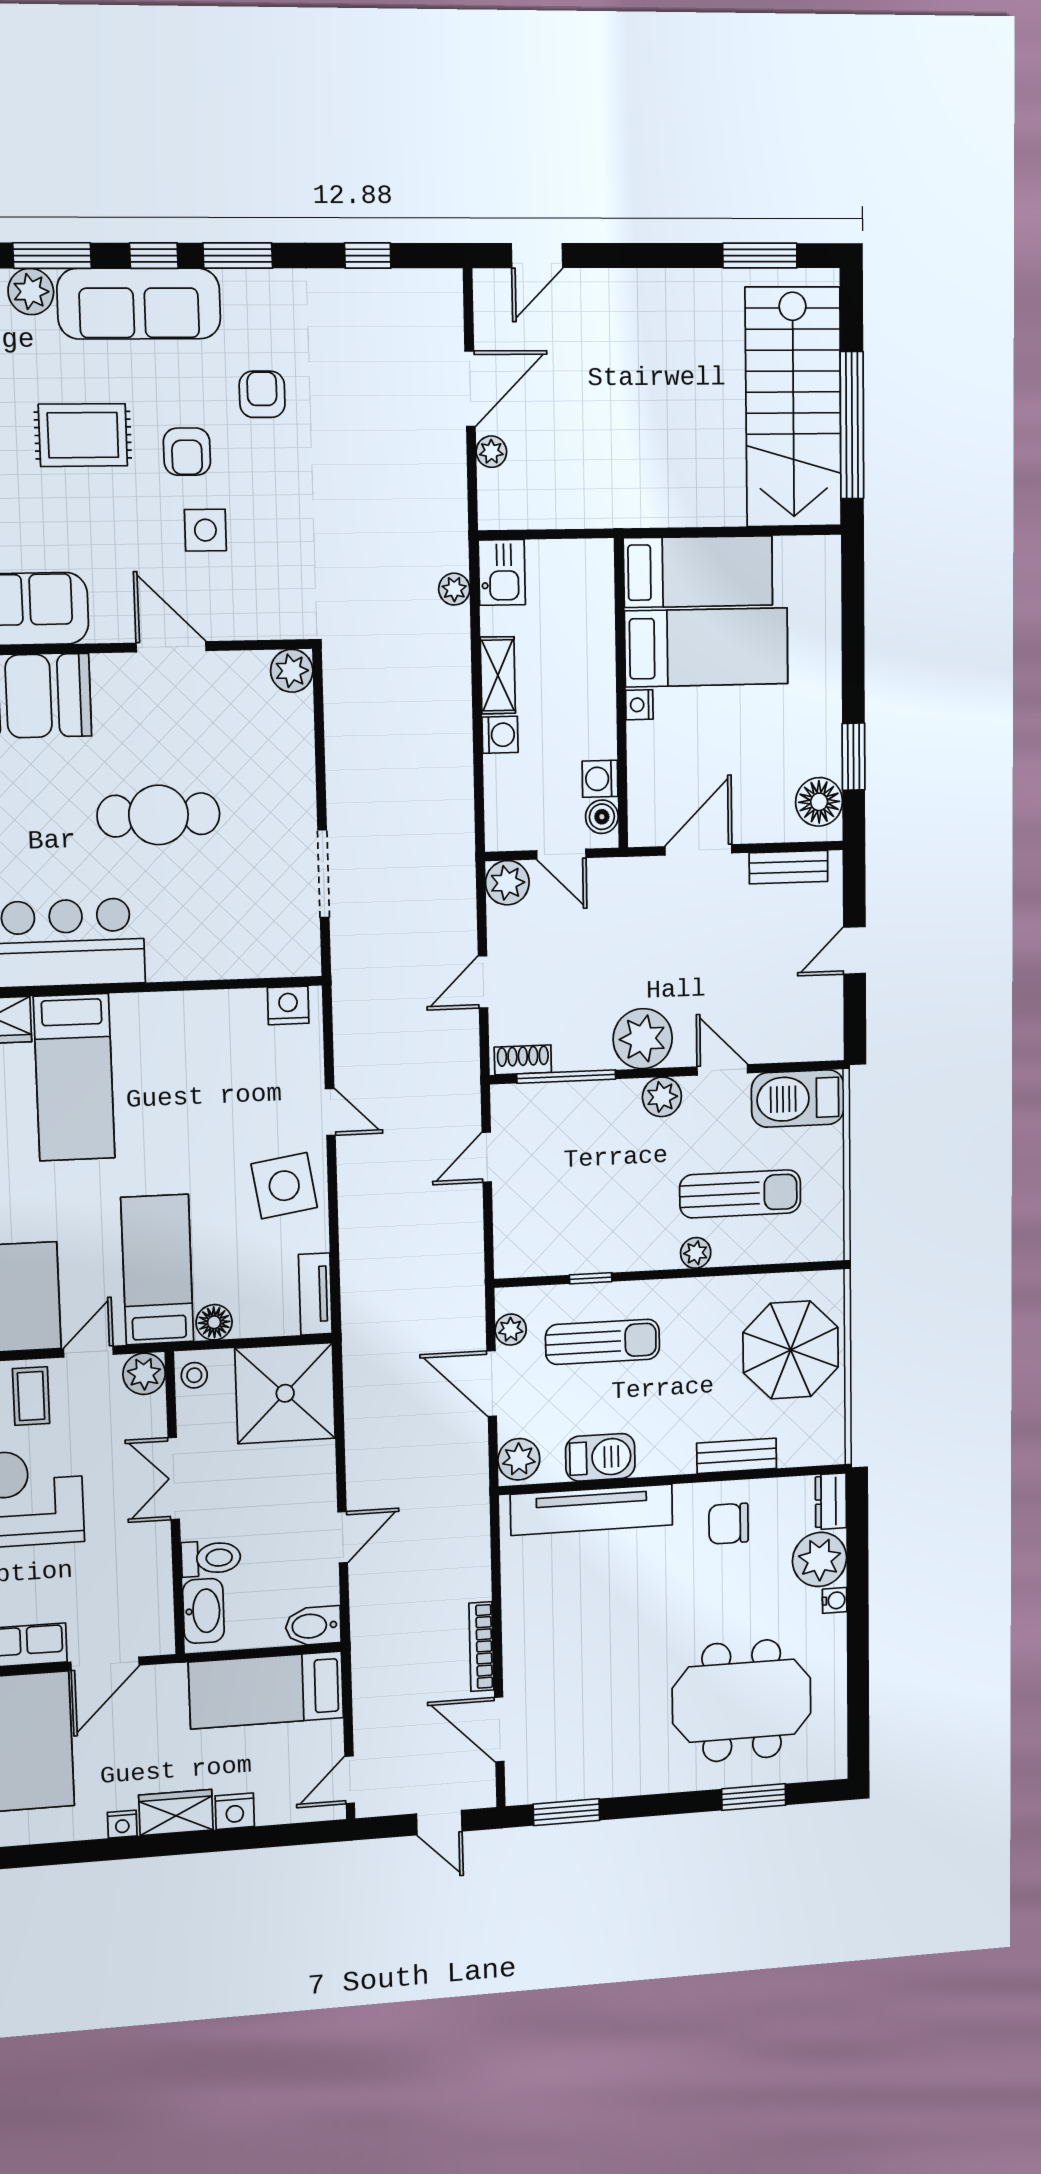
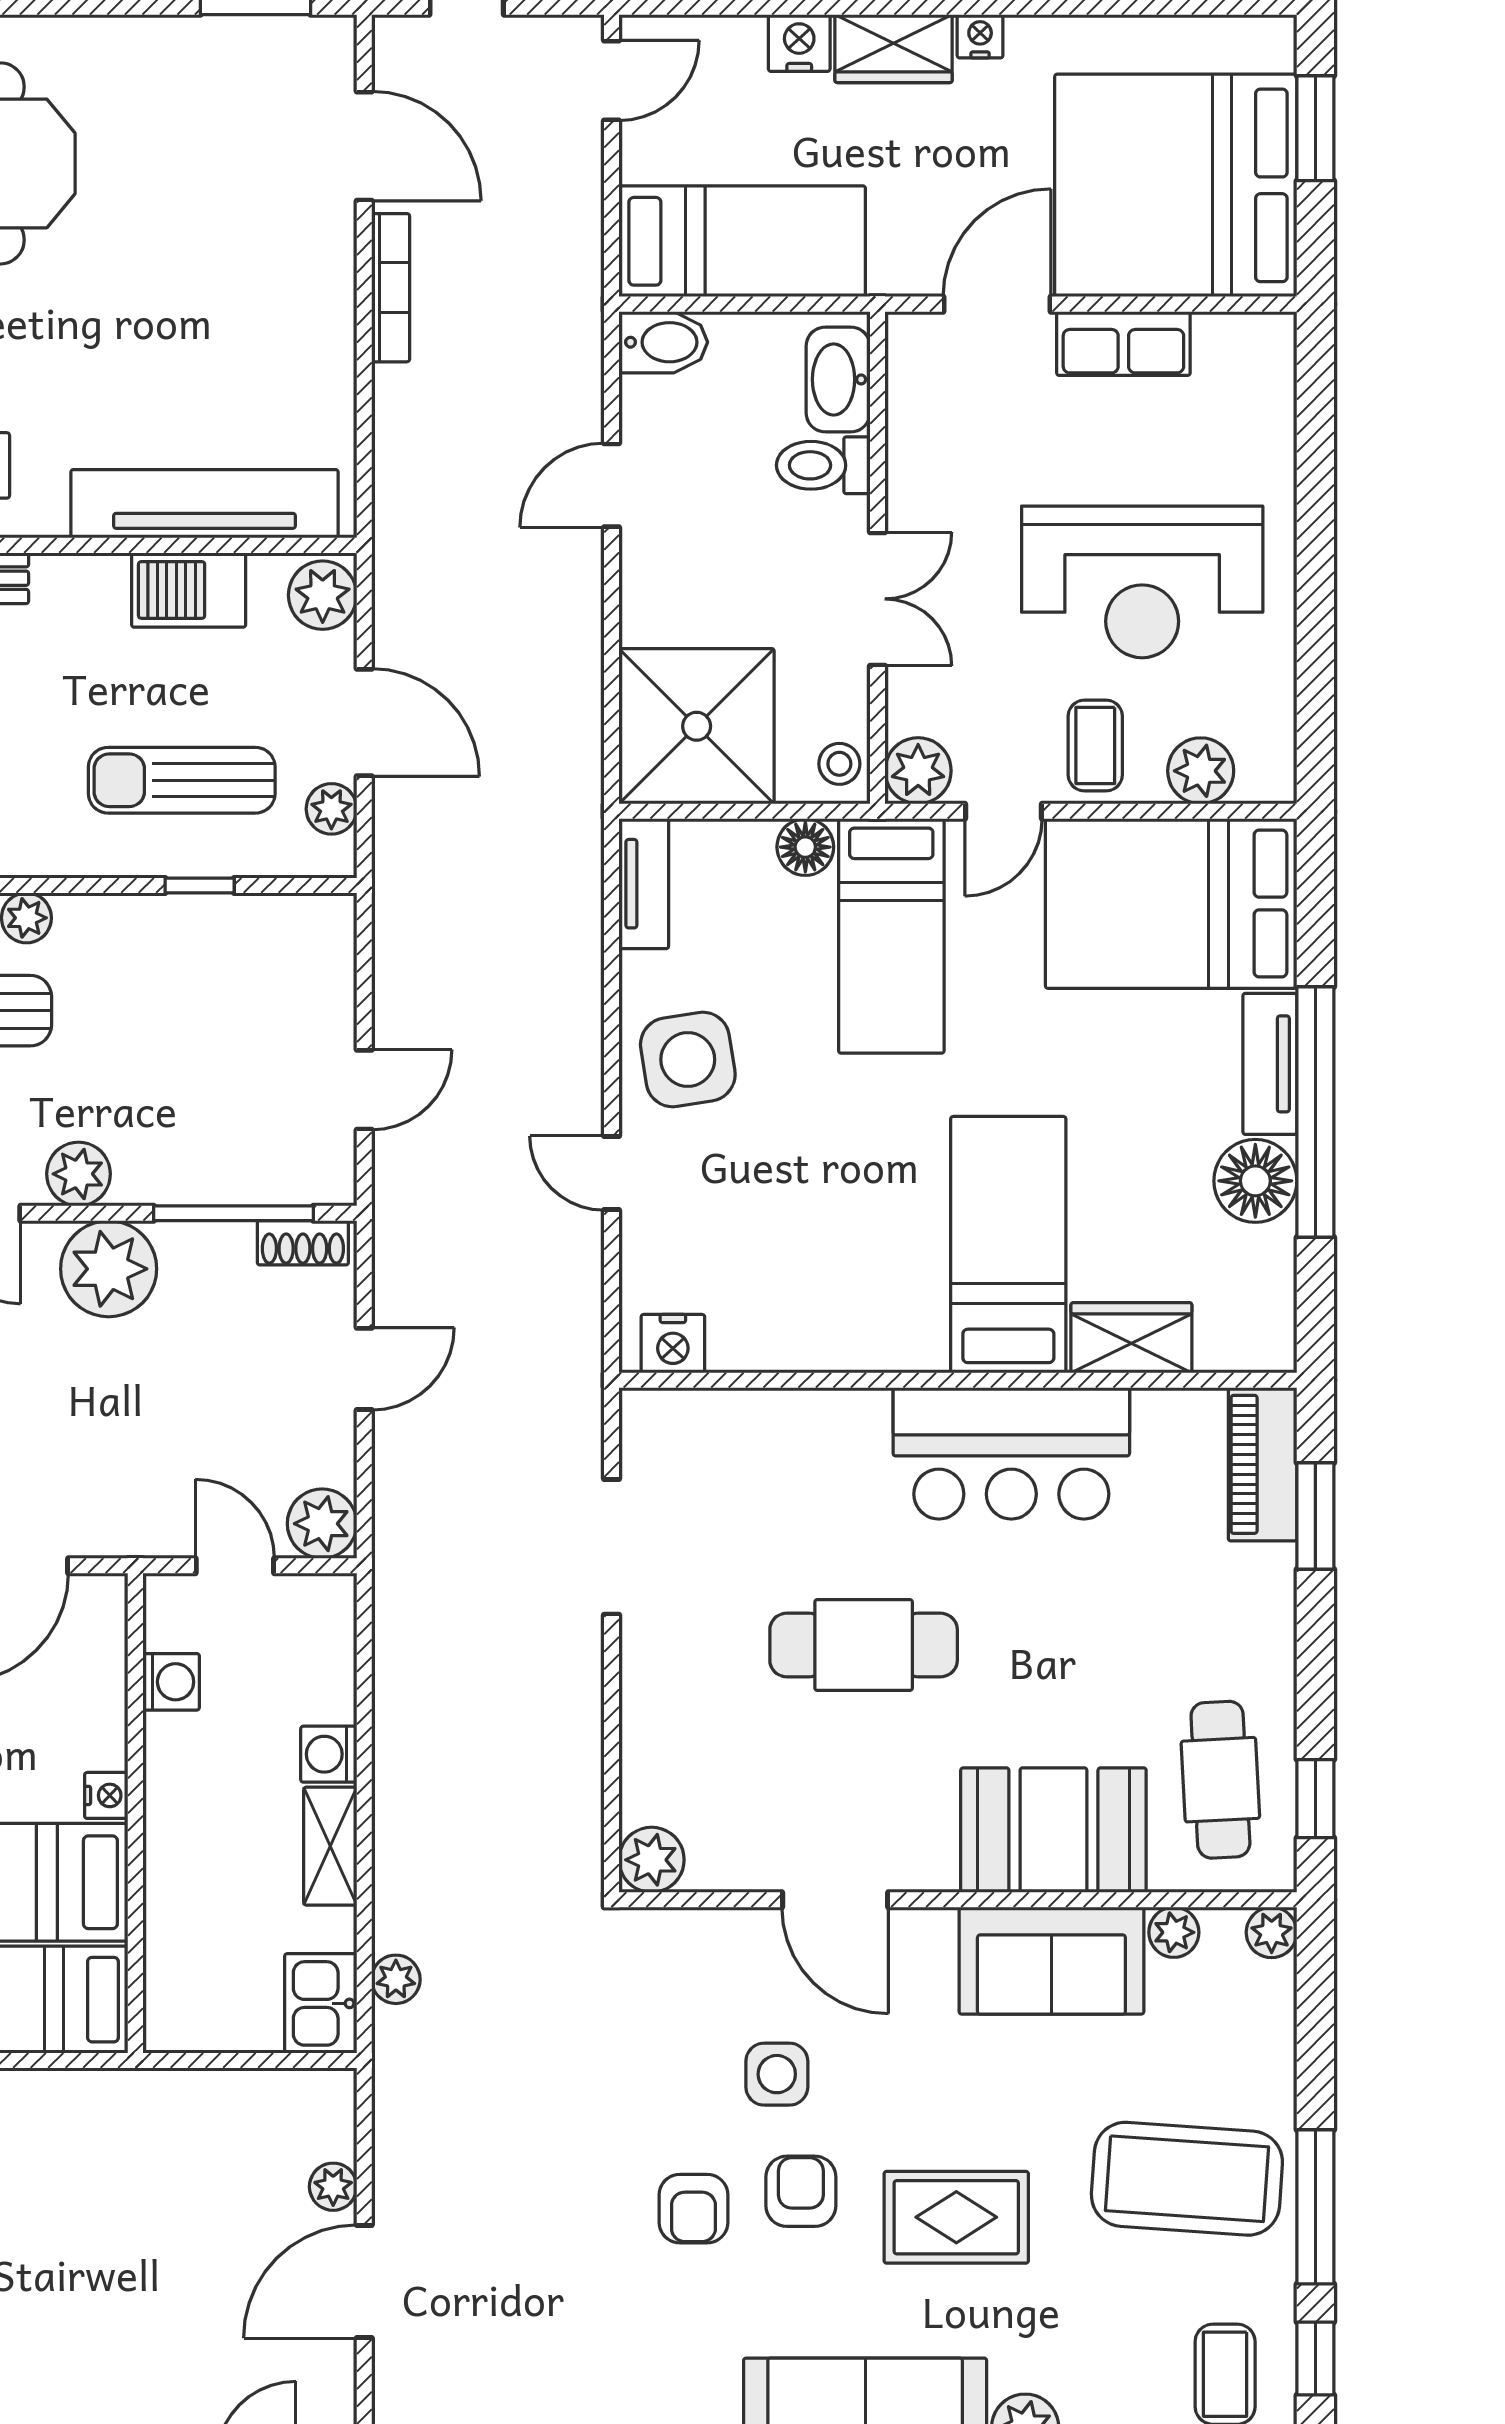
armchair: (262, 394) -> (693, 2209), moved
boiler: (602, 817) -> (169, 1622), removed

